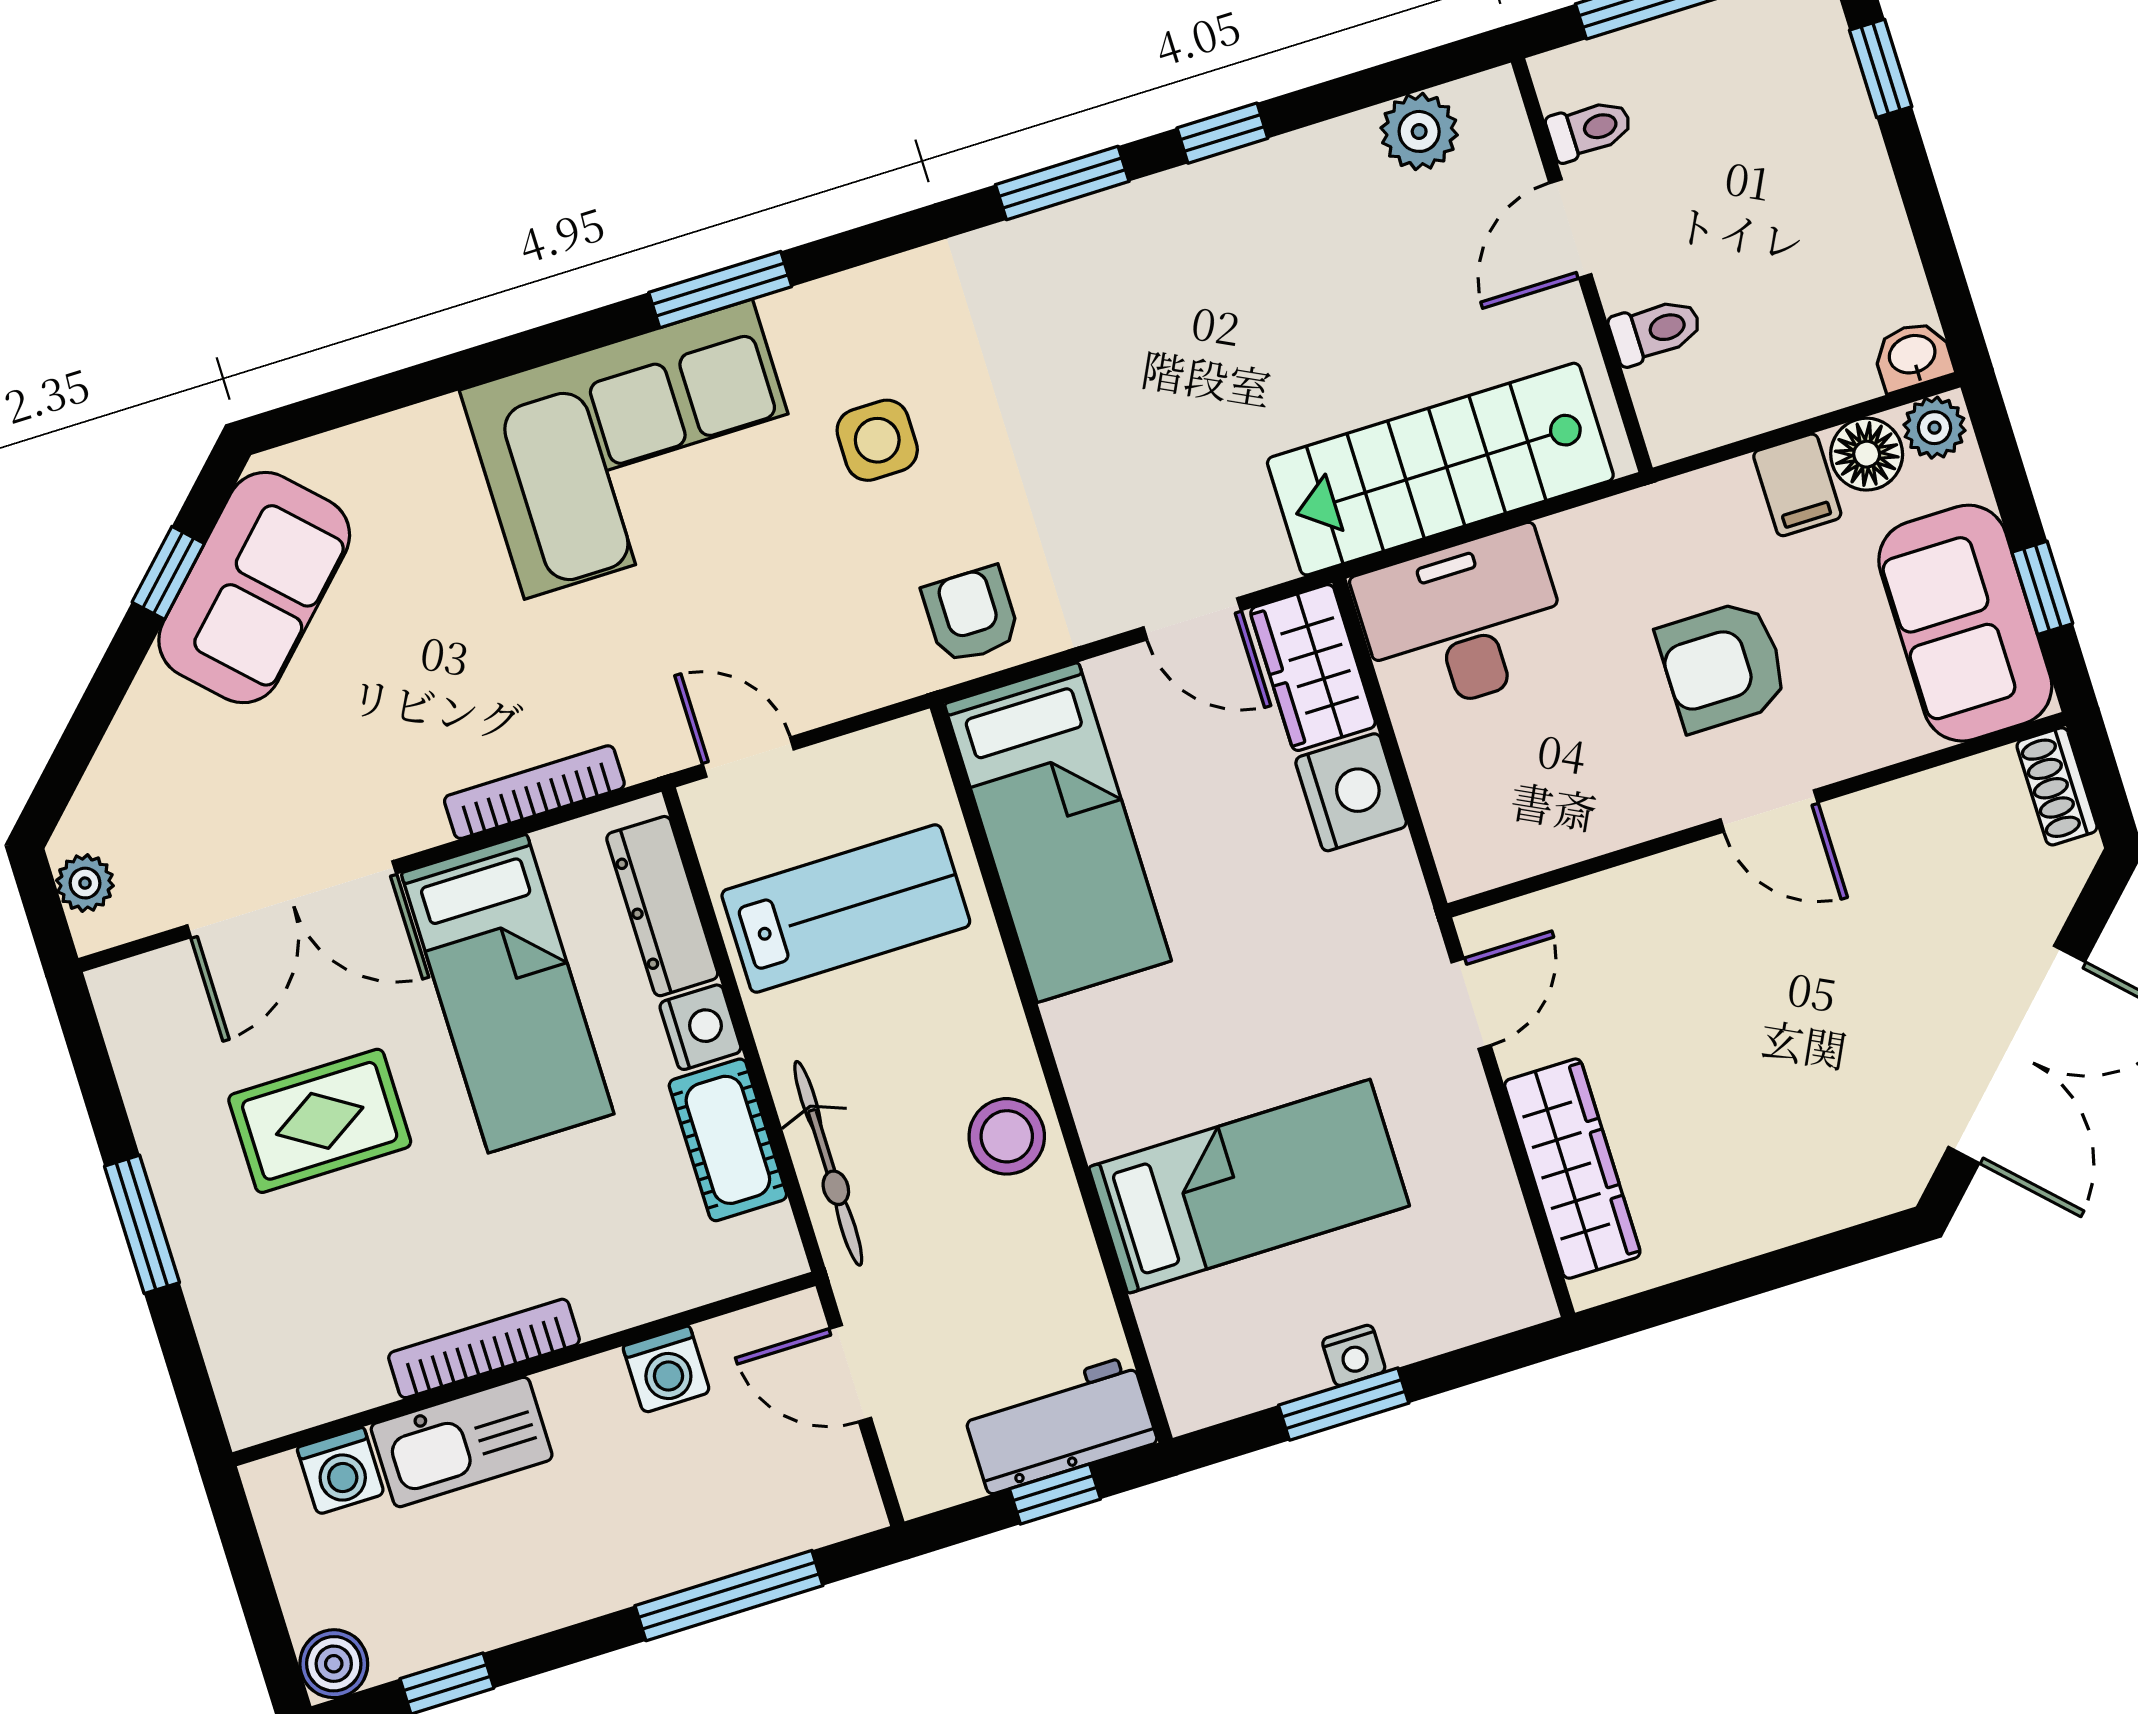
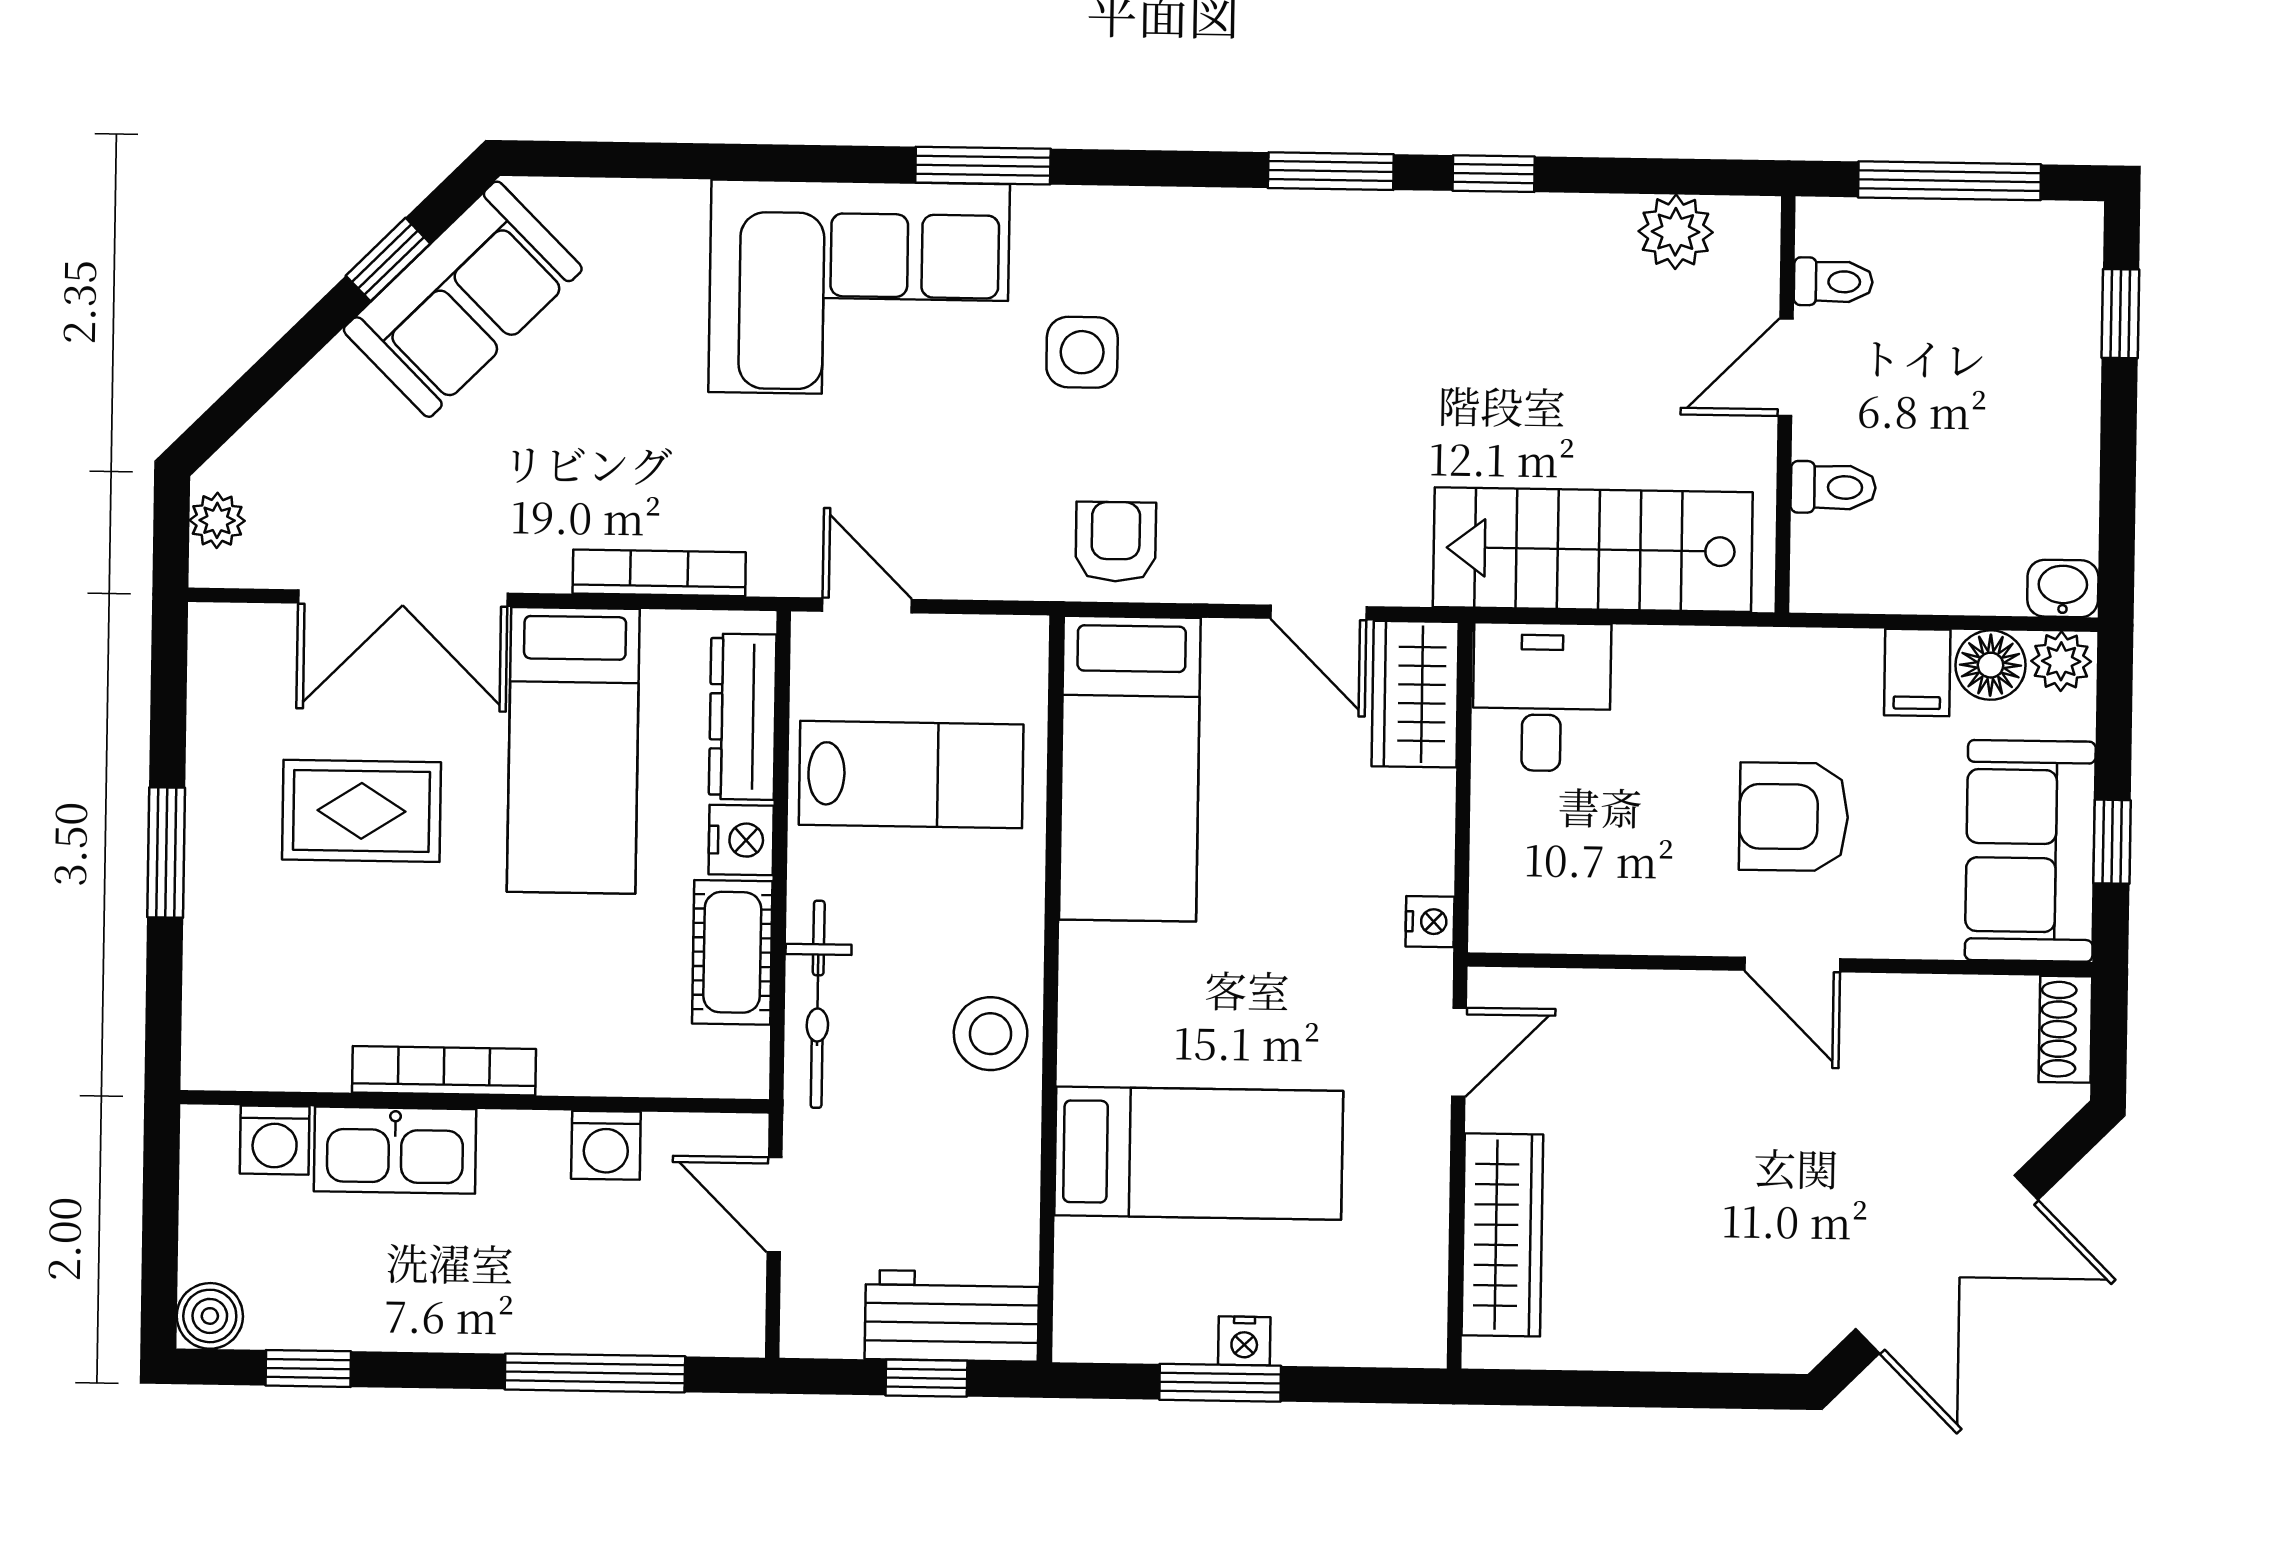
desk: (1463, 622) -> (1542, 697), width x0.73
nightstand: (1351, 792) -> (1430, 922), moved, width x0.53, depth x0.56

